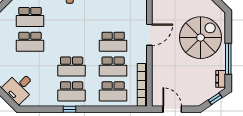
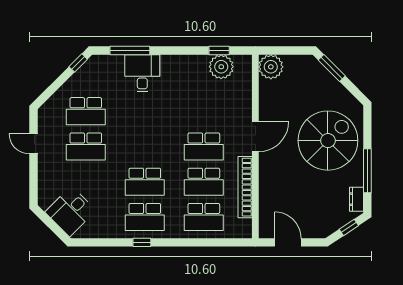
bookcase: (142, 85) -> (245, 187), moved

